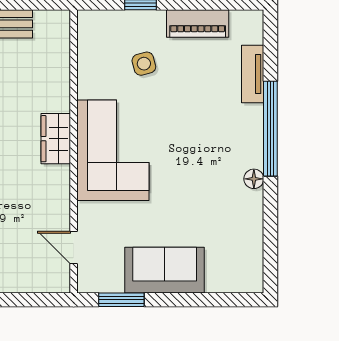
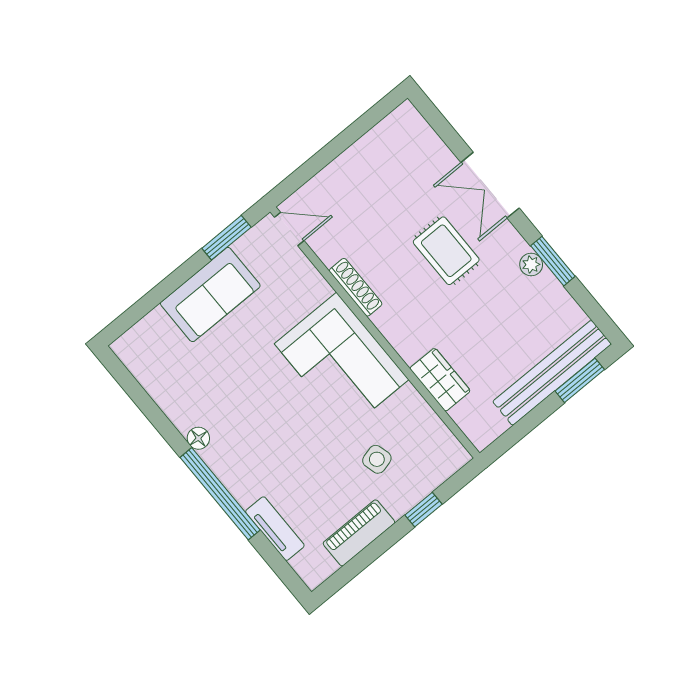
wardrobe: (56, 139) -> (440, 380), moved
shoe rack: (61, 193) -> (356, 287), added
door: (74, 247) -> (289, 229), moved

